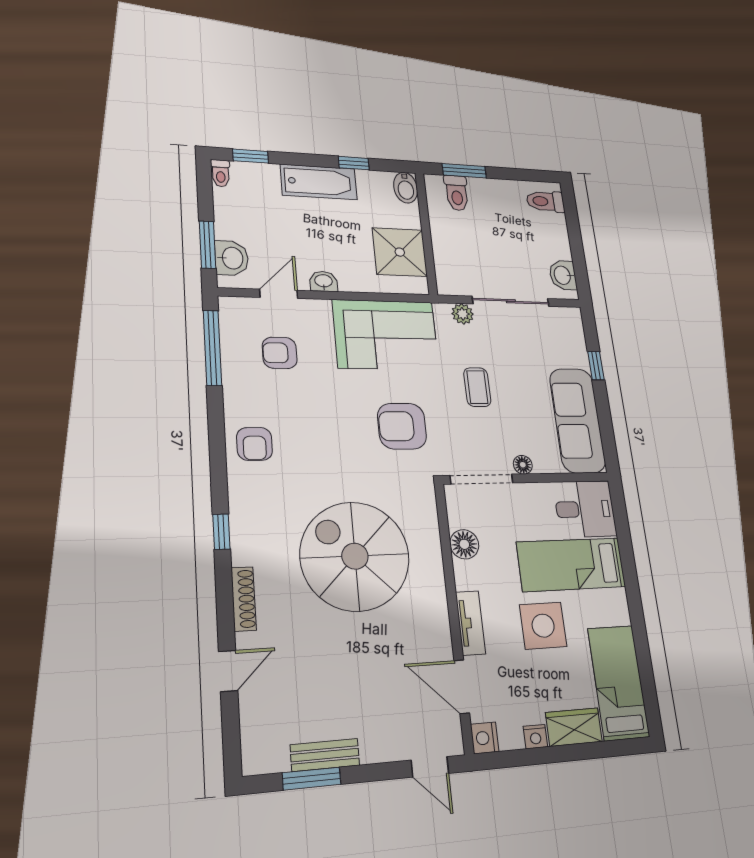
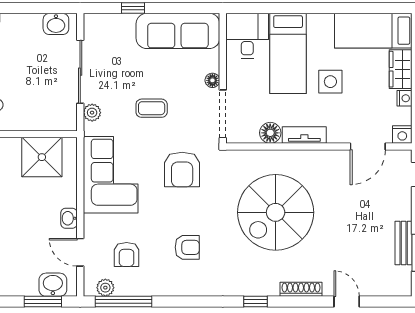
plant: (231, 324) -> (105, 288), added
armchair: (255, 444) -> (187, 247), moved
tv unit: (470, 623) -> (304, 135), moved
side table: (543, 626) -> (330, 82), width x0.73, depth x0.73

